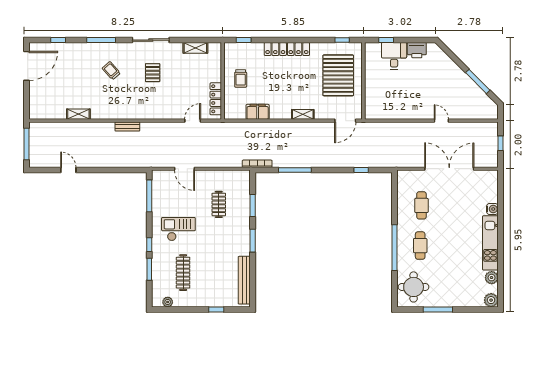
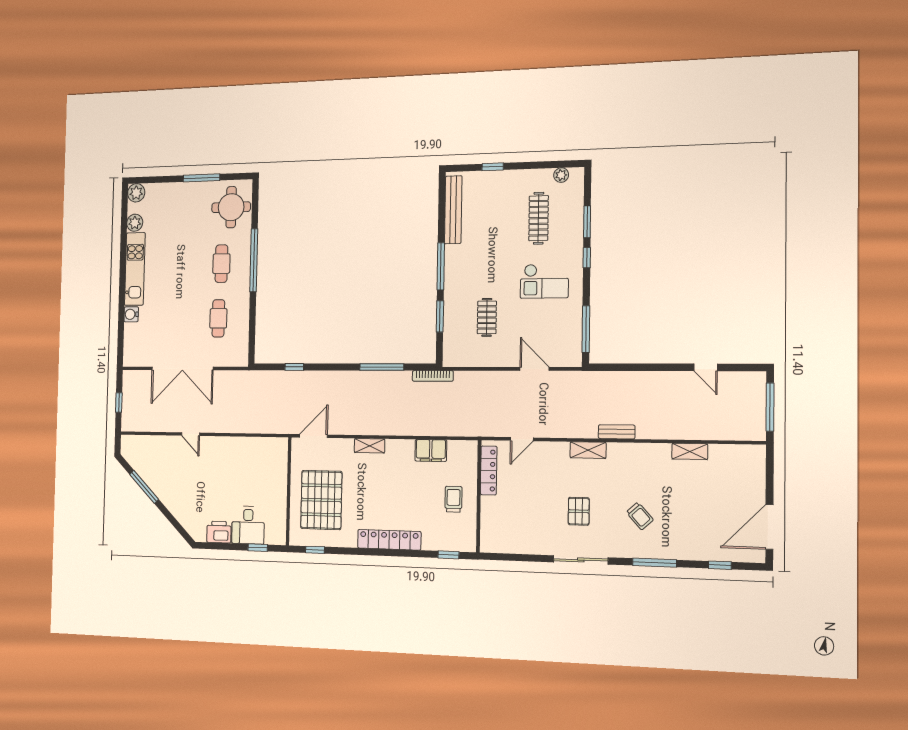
shelving: (195, 48) -> (588, 450), moved
window: (253, 241) -> (441, 266), width x1.44

